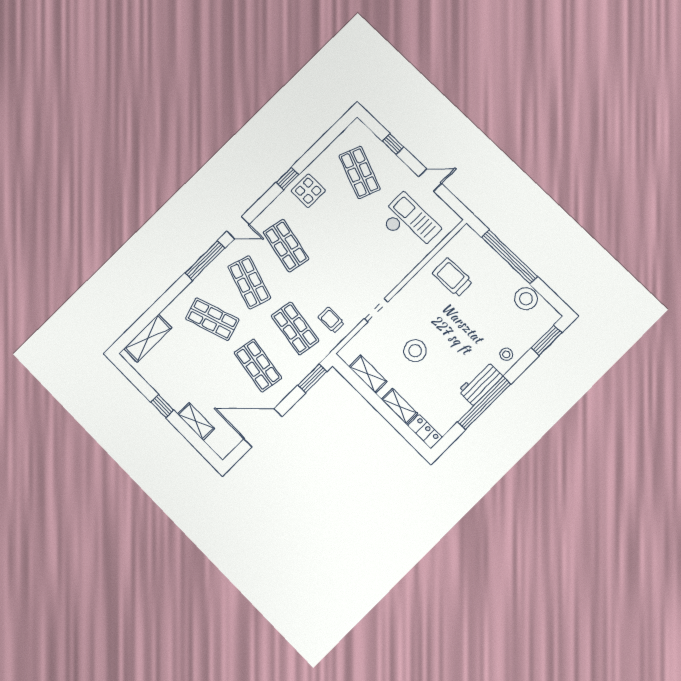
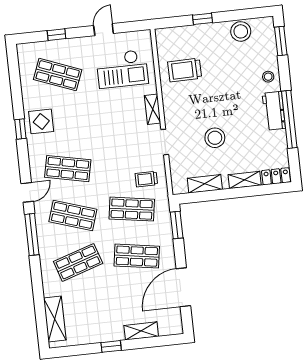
checkout: (409, 223) -> (122, 69), turned 180
window: (509, 257) -> (202, 19), width x0.32
shelving: (396, 277) -> (153, 109), added

